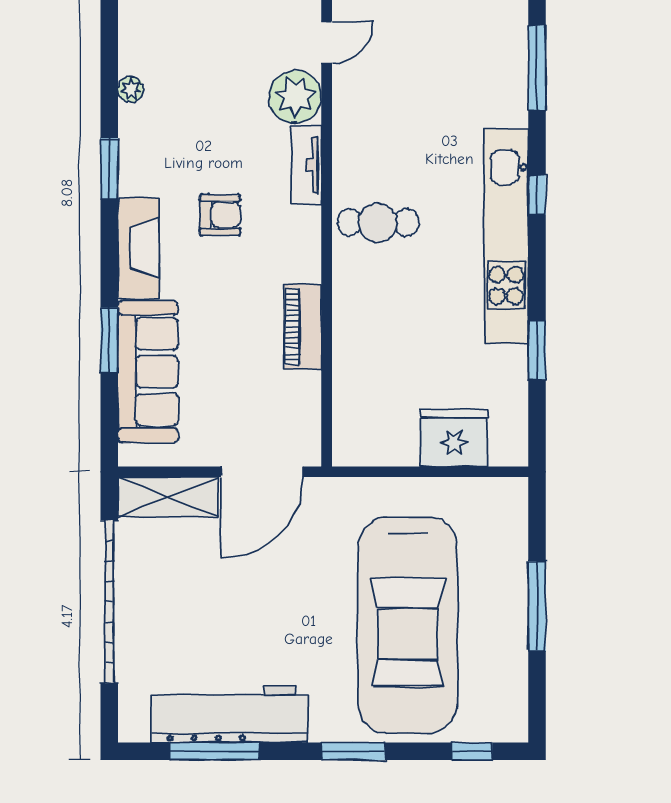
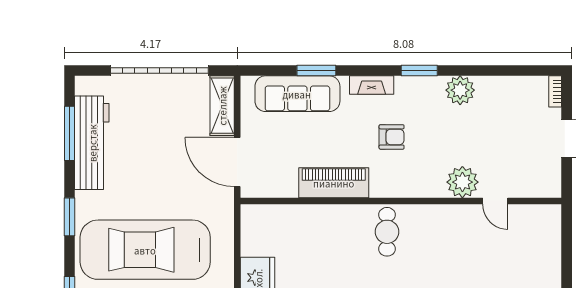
plant: (131, 89) -> (460, 90), width x1.88, depth x1.88
tv unit: (306, 165) -> (421, 189), removed
armchair: (220, 215) -> (392, 137), turned -90
fireplace: (139, 248) -> (372, 85), width x0.73, depth x0.76
piano: (302, 327) -> (334, 183), width x1.37, depth x1.33

